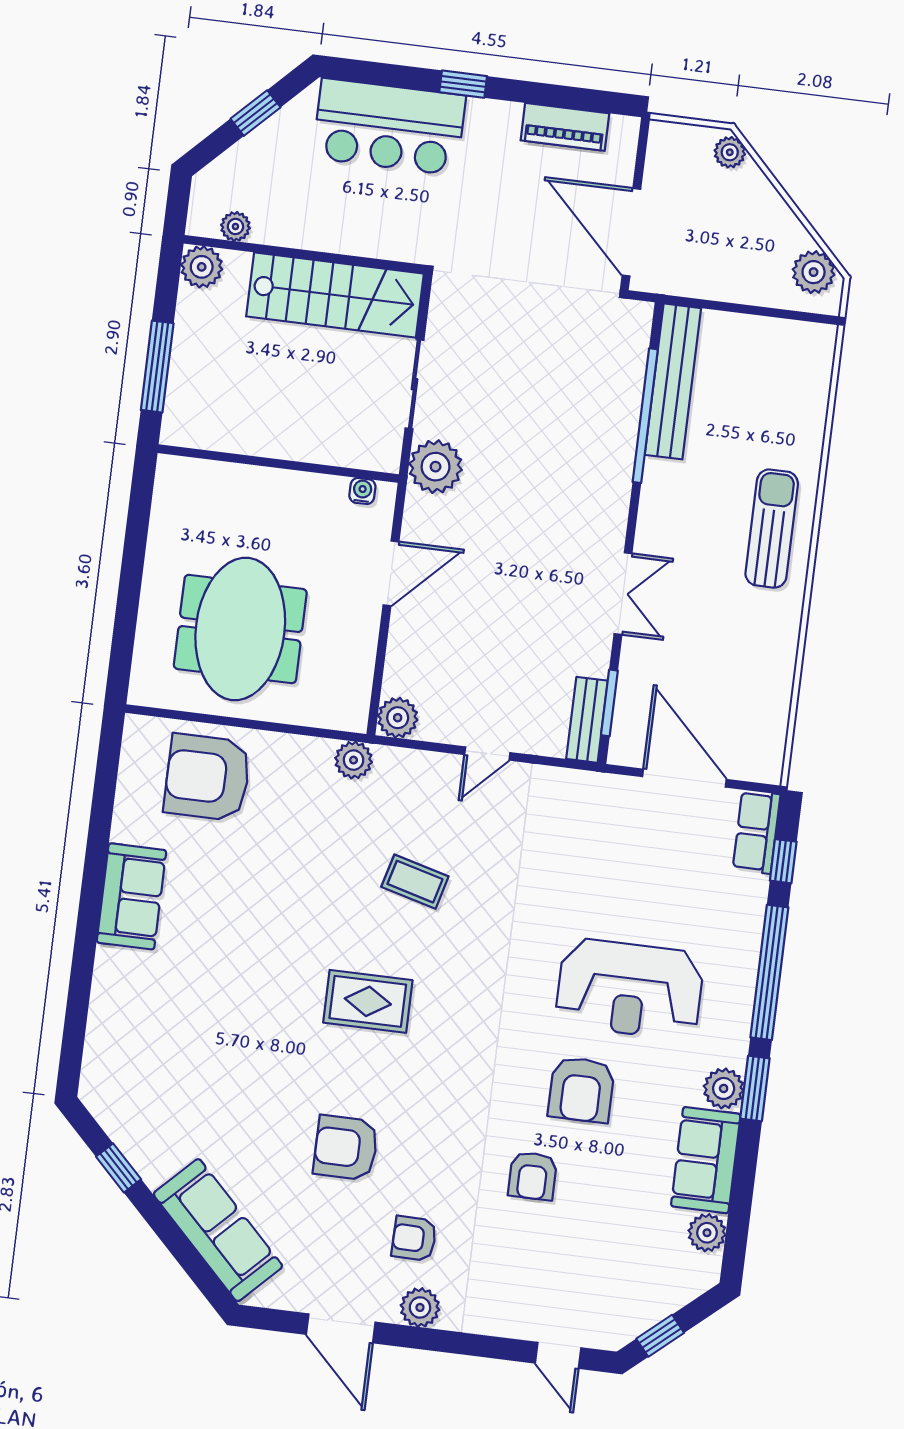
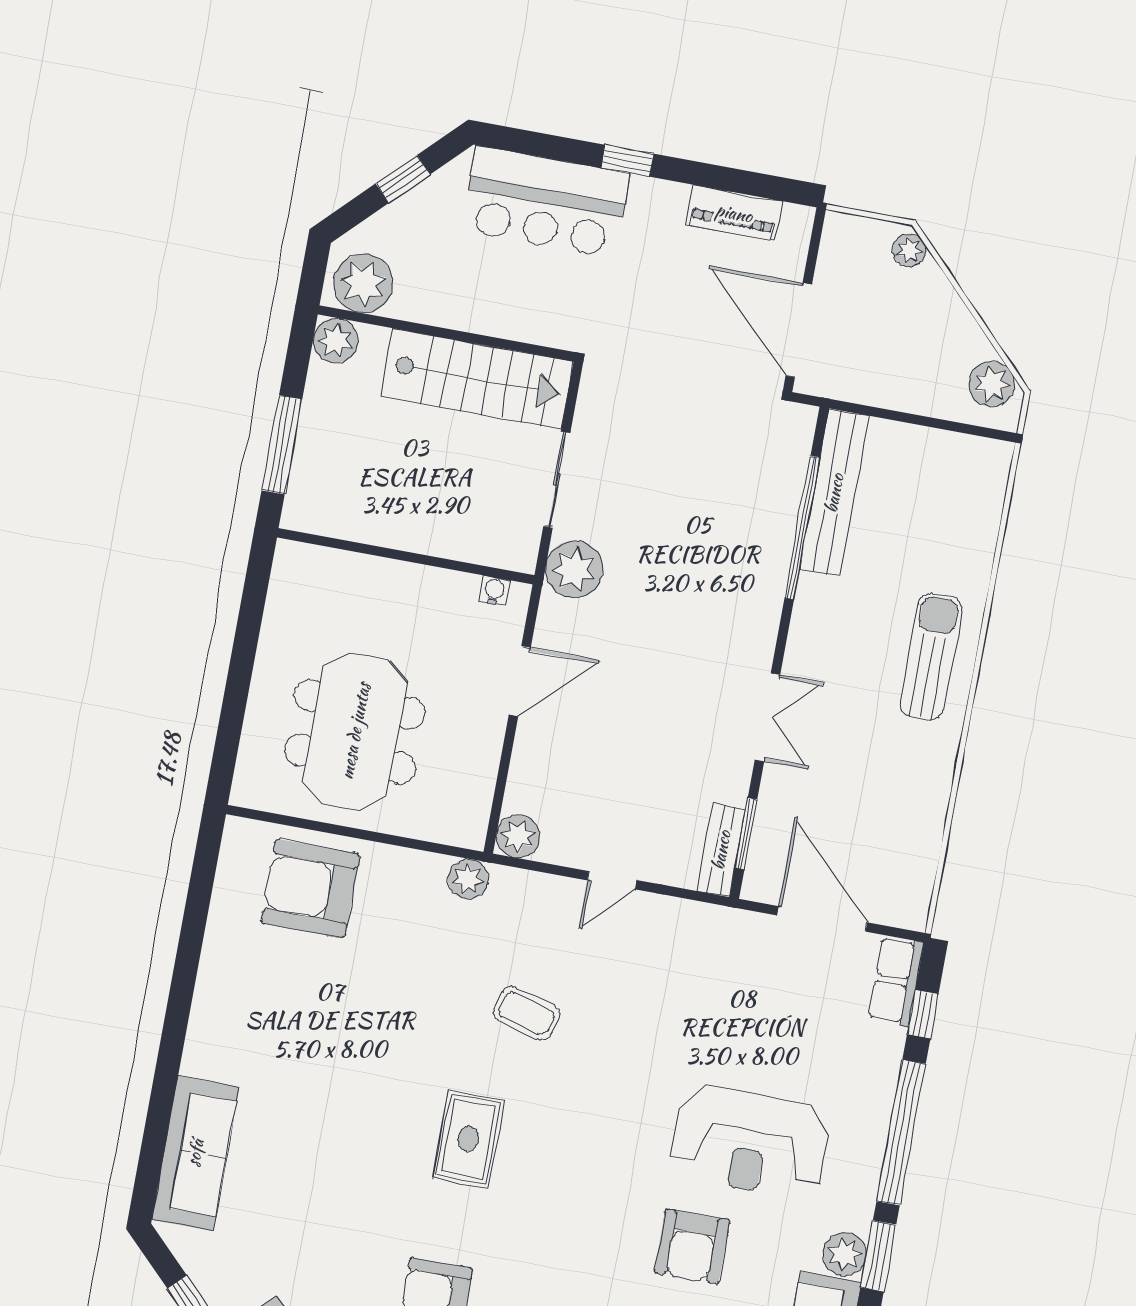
plant: (235, 226) -> (363, 283), width x1.88, depth x1.88
sofa: (131, 896) -> (195, 1153), moved, width x1.36
rug: (368, 1001) -> (468, 1139), turned 90

